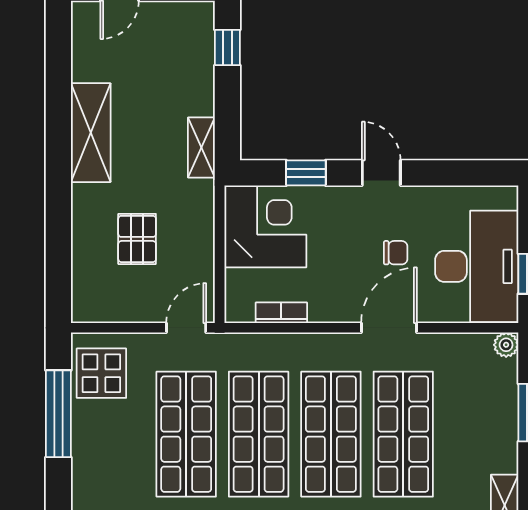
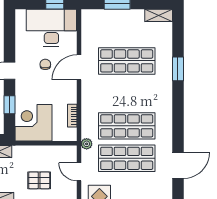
door: (186, 328) -> (79, 172), moved
door: (389, 328) -> (79, 67), hinge flipped
plant: (506, 345) -> (87, 144), moved
shop shelf: (331, 434) -> (127, 93), removed

